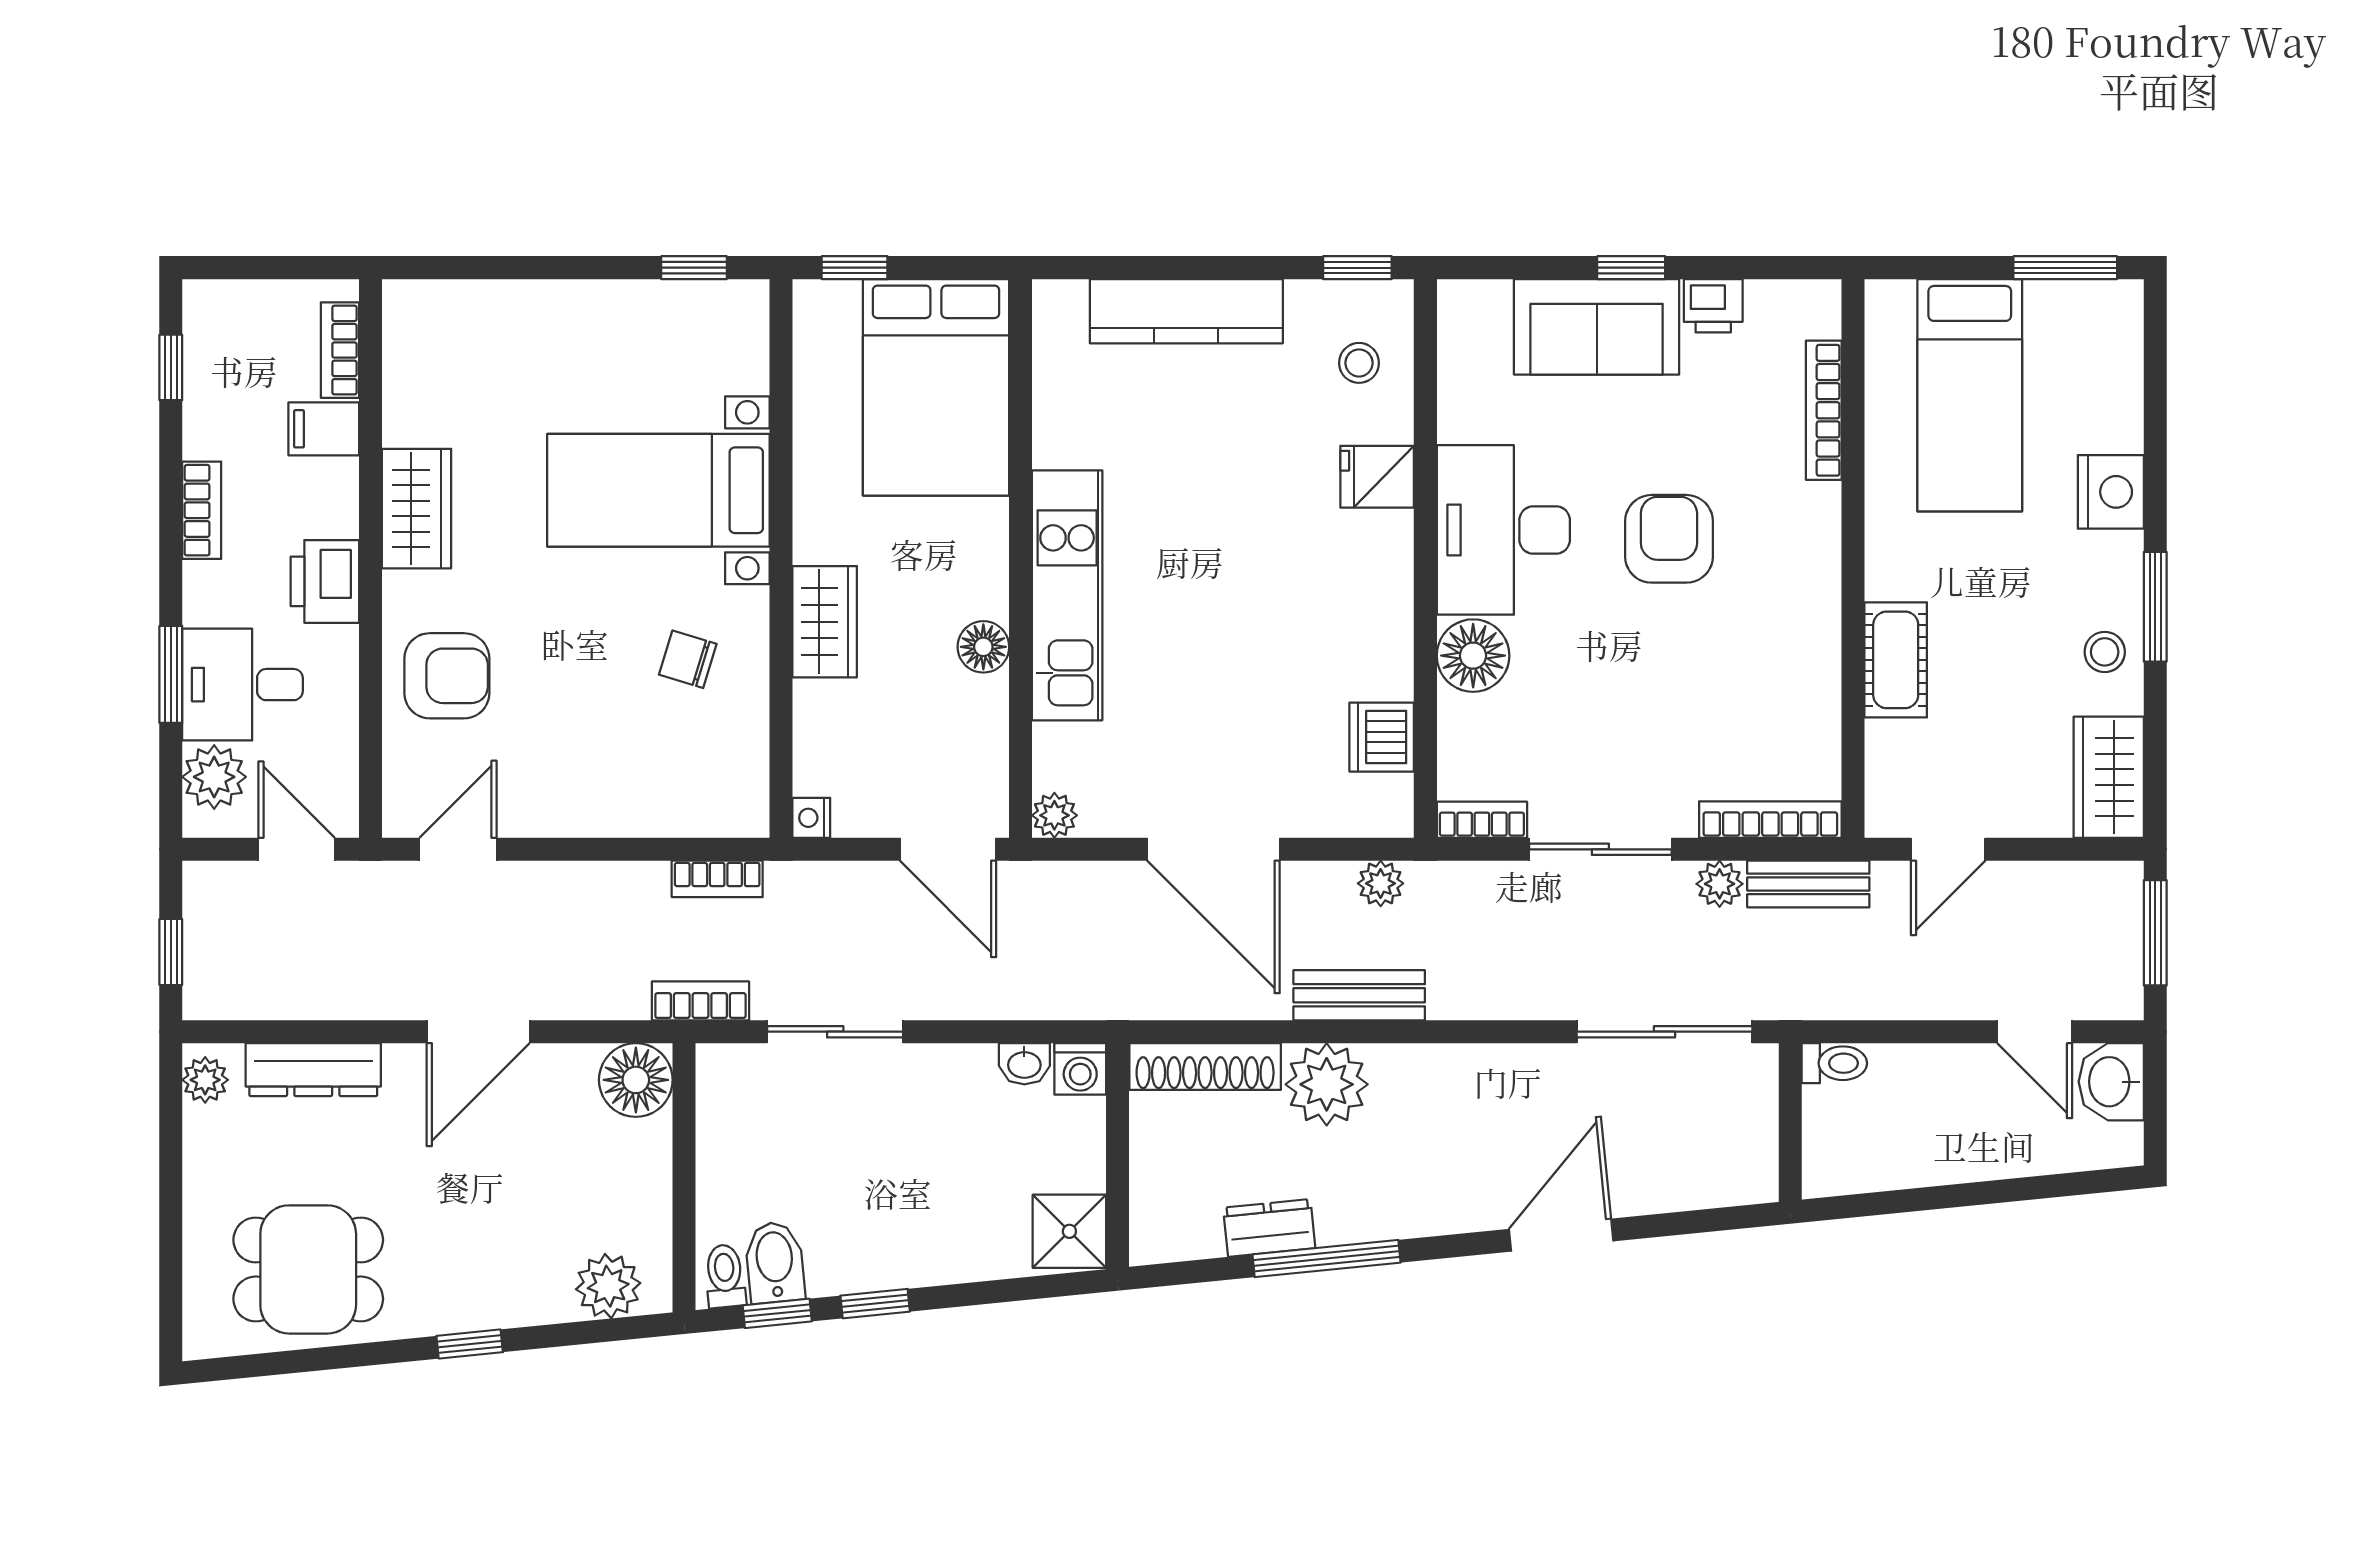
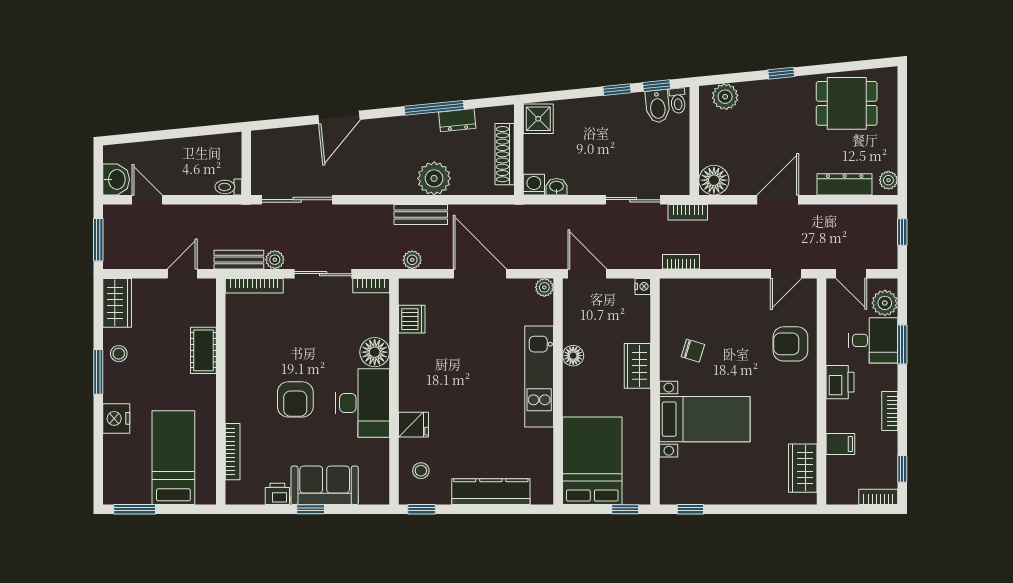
bookcase: (340, 350) -> (878, 497), moved, turned -90
wardrobe: (416, 509) -> (803, 468), moved
shoe rack: (1205, 1067) -> (505, 154), moved, turned -90

